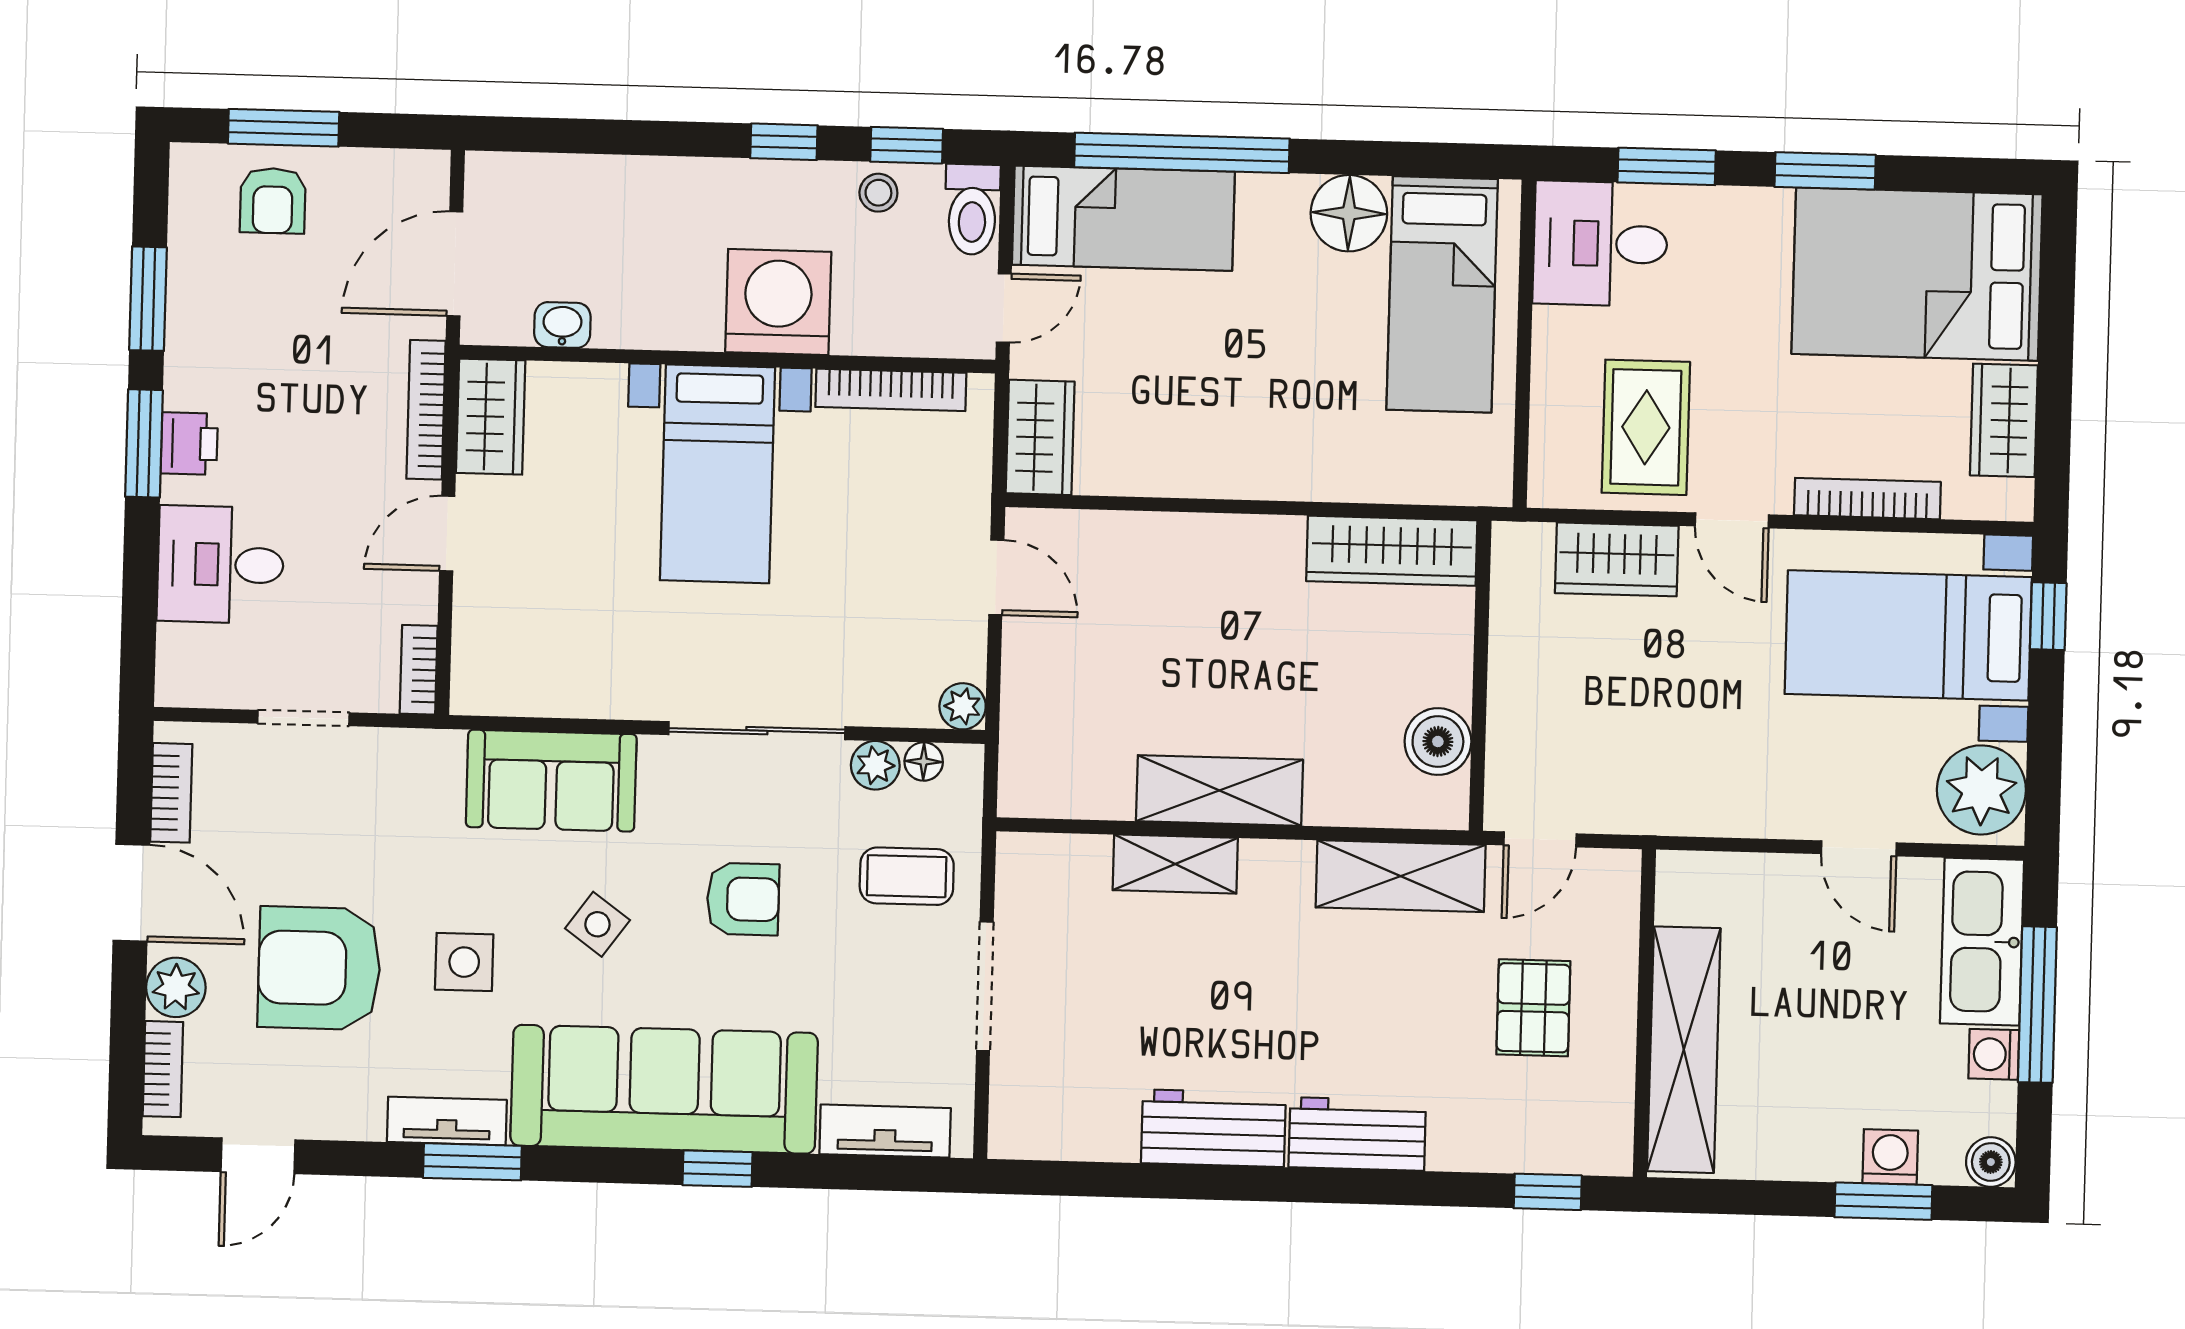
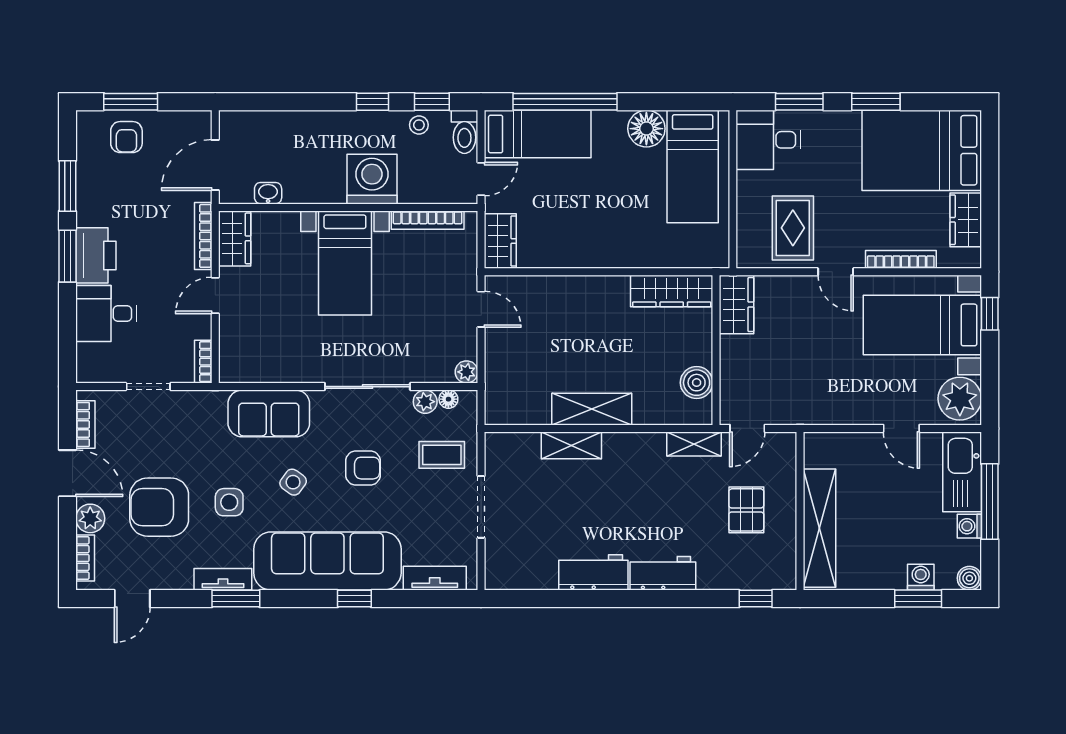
printer: (189, 443) -> (96, 255), width x1.87, depth x1.48
wardrobe: (1617, 559) -> (737, 305), moved, turned -90
shelving: (1401, 876) -> (694, 444), width x0.67, depth x0.75

